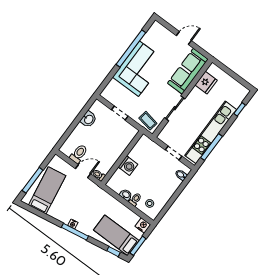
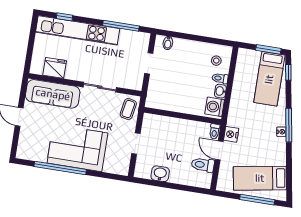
kitchen unit: (211, 132) -> (78, 30), moved
washing machine: (128, 166) -> (215, 107), moved, turned -90
nightstand: (143, 225) -> (231, 134), moved

